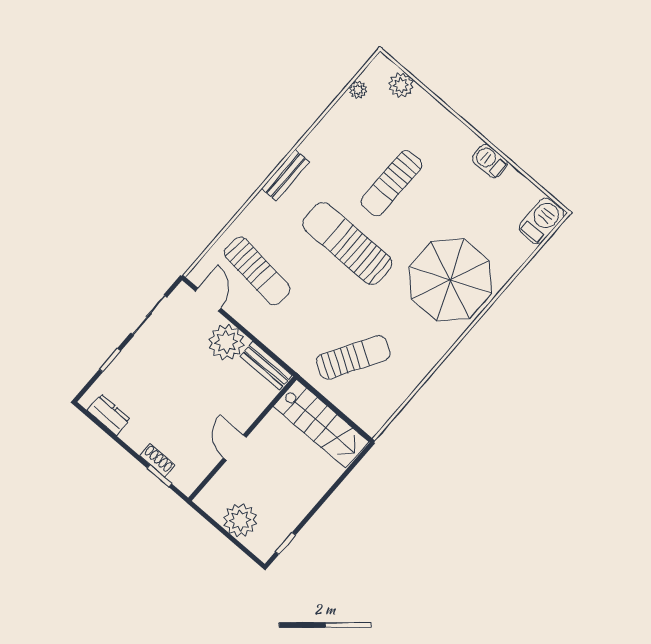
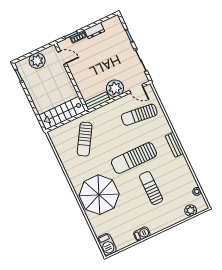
sun lounger: (347, 243) -> (134, 158), turned 180
dresser: (109, 415) -> (94, 31), moved
door: (235, 448) -> (62, 58), moved

